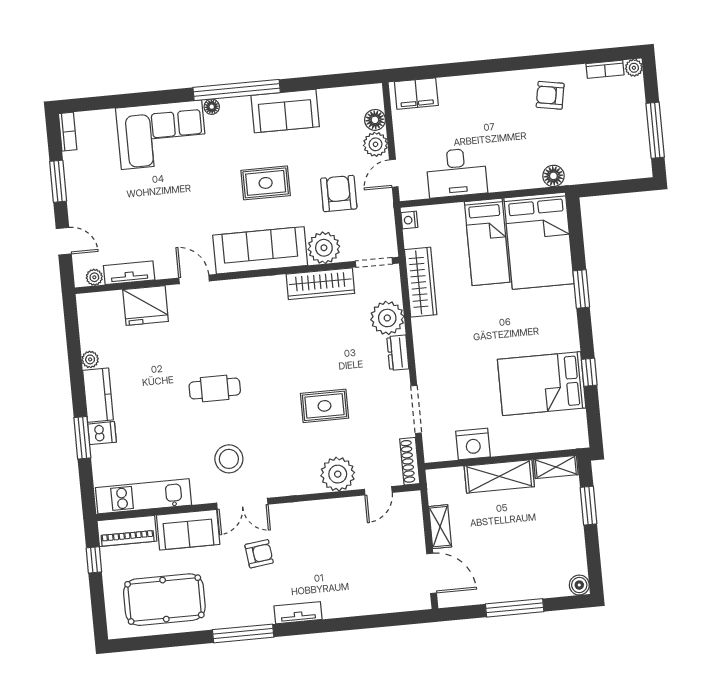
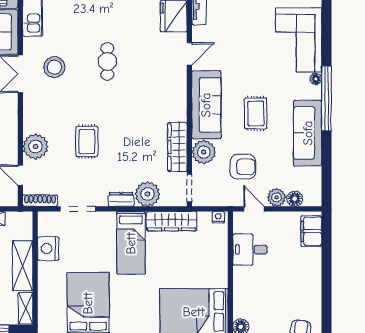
sofa: (285, 111) -> (308, 133), width x1.36
desk: (457, 173) -> (250, 250), width x0.73
bed: (487, 242) -> (131, 243), moved, turned -90

